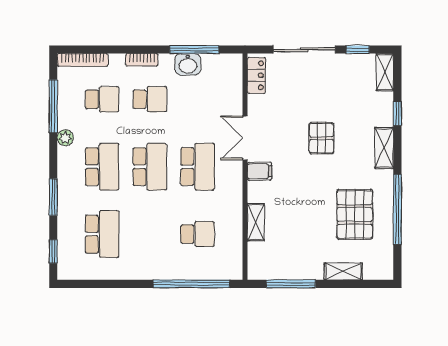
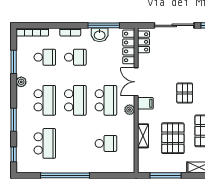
locker: (233, 83) -> (129, 47), added
window: (53, 106) -> (14, 62), width x0.69
pallet: (321, 138) -> (185, 93), moved
plant: (235, 181) -> (130, 110), added
pallet: (302, 226) -> (173, 138), added
window: (191, 284) -> (65, 175), moved

